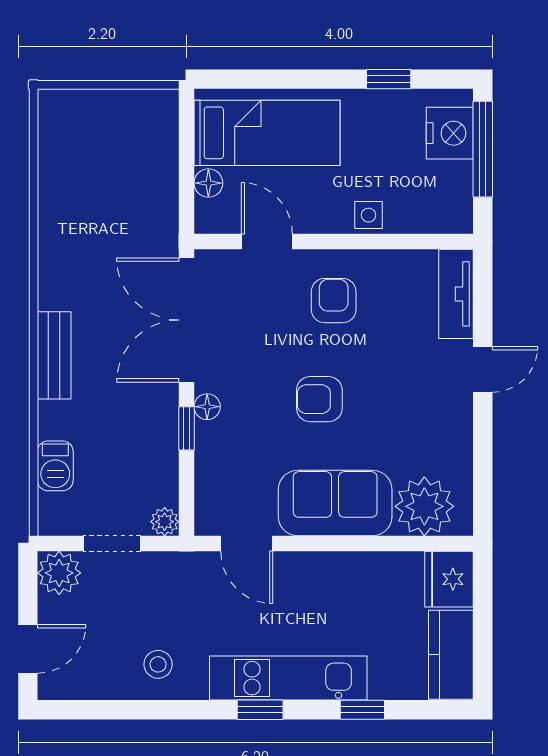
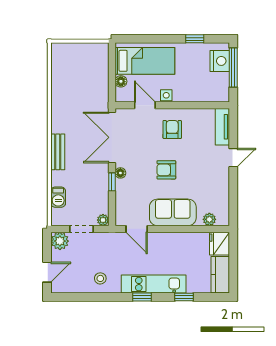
side table: (368, 215) -> (166, 95), moved
plant: (424, 506) -> (209, 219), width x0.53, depth x0.53

